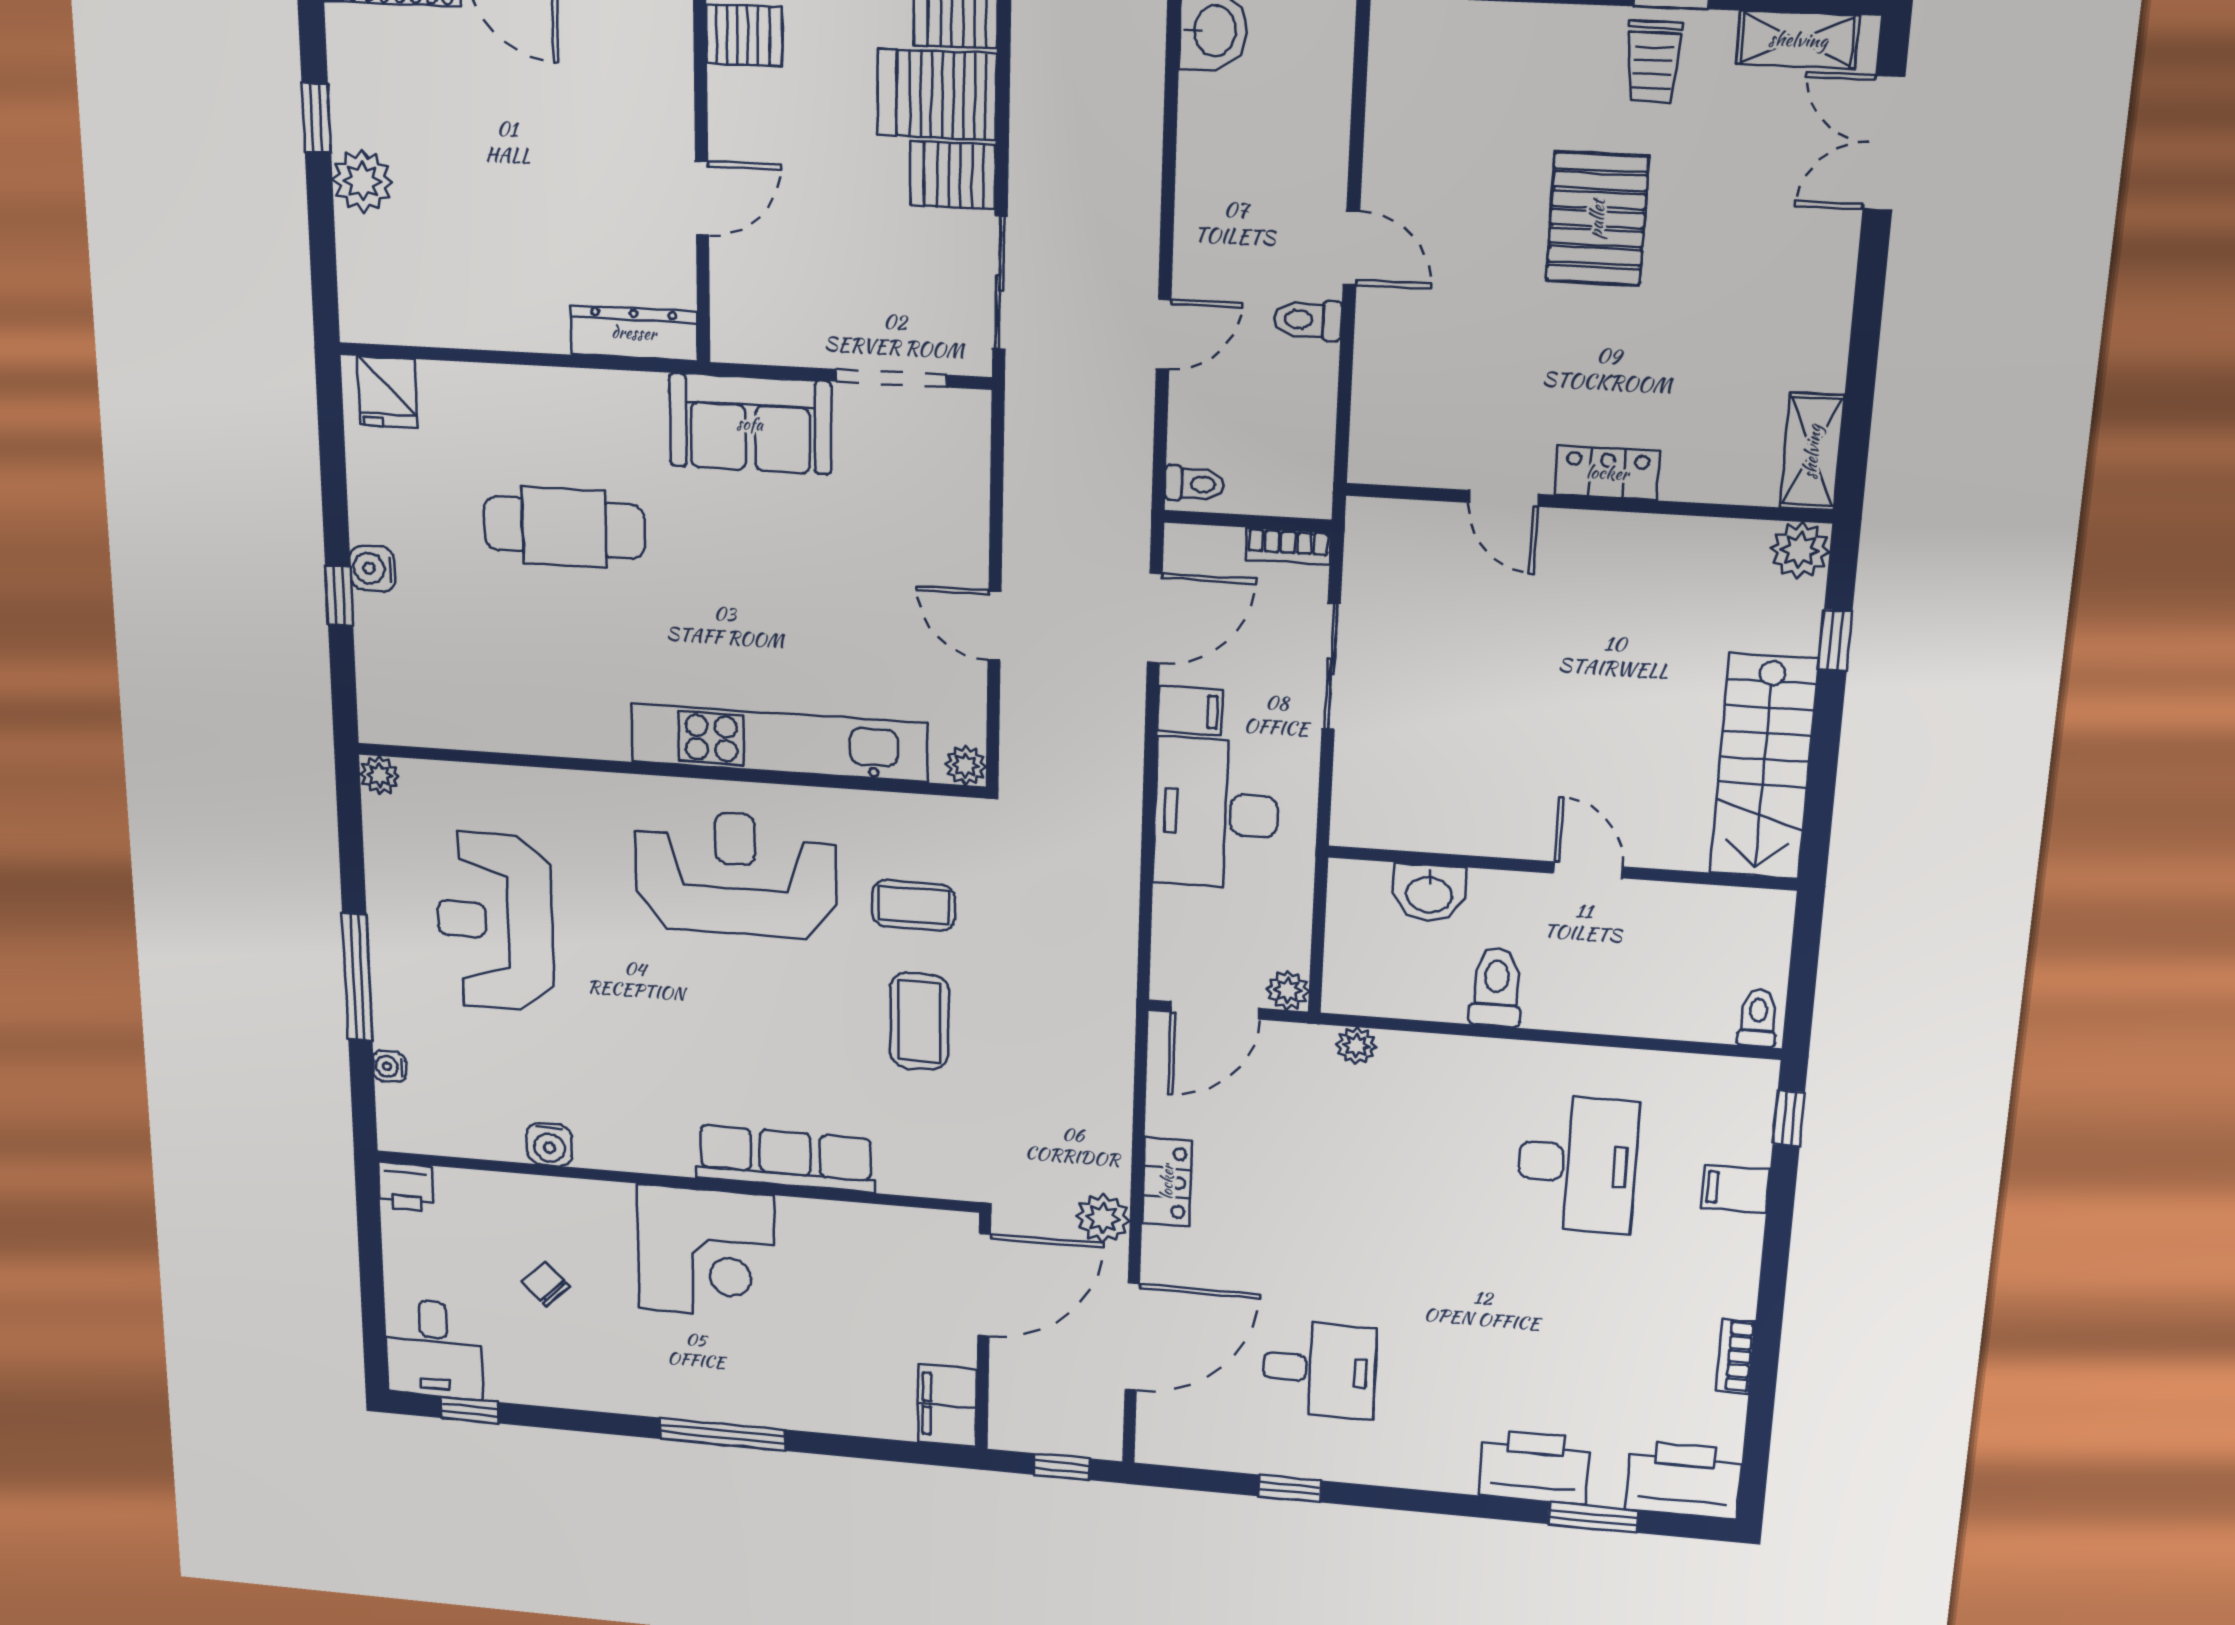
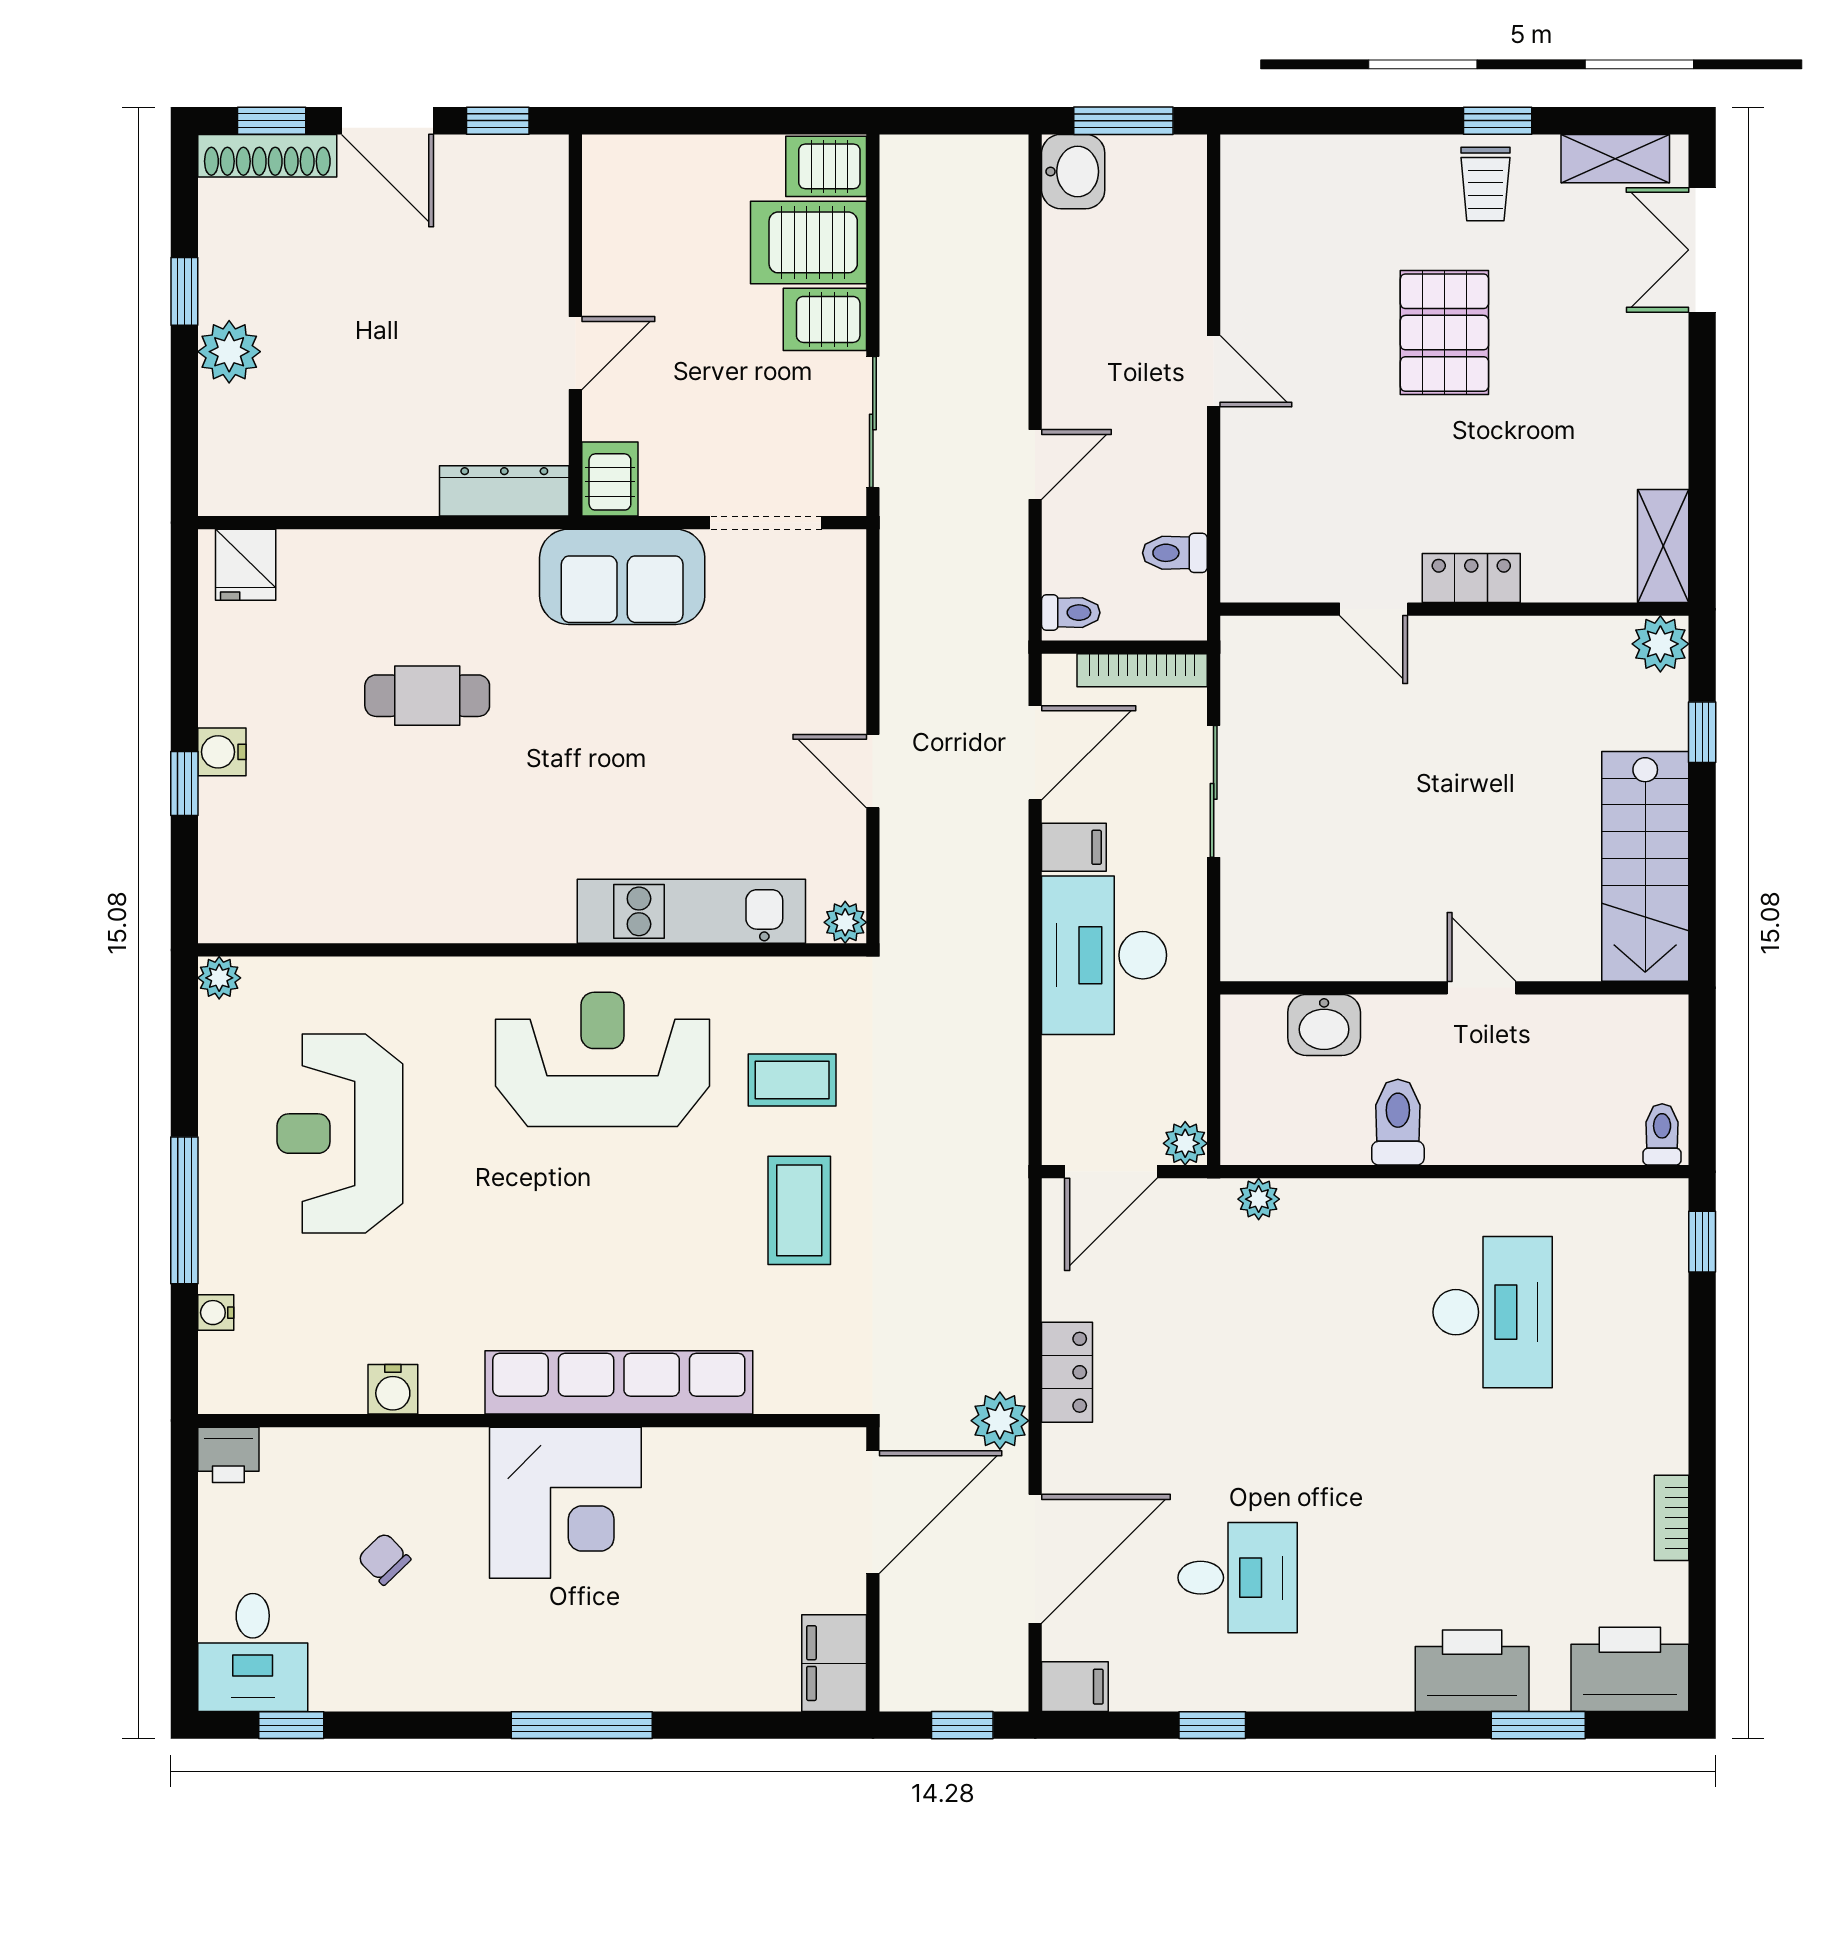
server rack: (744, 35) -> (610, 479), moved, turned -90
toilet: (1308, 320) -> (1175, 553), moved
cafe table: (564, 527) -> (427, 696), width x0.73, depth x0.74
bookcase: (1288, 546) -> (1142, 670), width x1.56
kitchen unit: (779, 743) -> (691, 911), width x0.73
row of seats: (785, 1159) -> (619, 1382), width x1.36
filing cabinet: (1735, 1189) -> (1075, 1687), moved, turned 180

